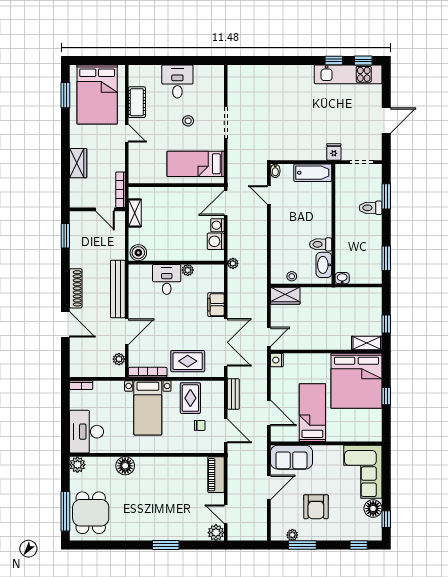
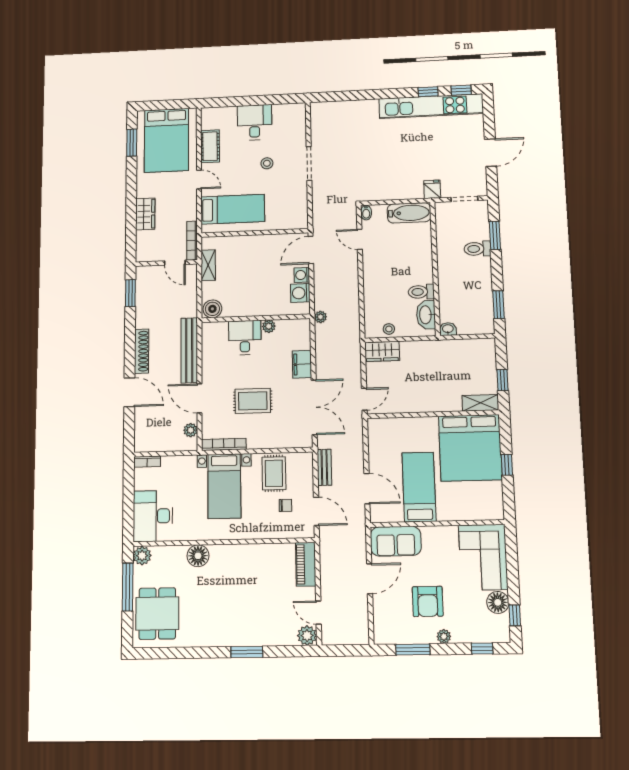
kitchen unit: (348, 74) -> (431, 106), width x1.36
bed: (196, 164) -> (233, 209), moved, turned 180
door: (127, 332) -> (199, 398), swing flipped
nightstand: (277, 360) -> (375, 426), removed
rug: (188, 361) -> (253, 401), moved
window: (65, 511) -> (128, 587), moved
plant: (292, 535) -> (444, 636), moved

